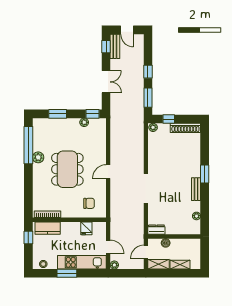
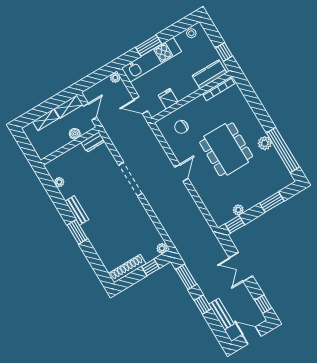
bench: (115, 46) -> (221, 314), moved
door: (108, 247) -> (141, 105), moved
window: (67, 273) -> (149, 46), moved

